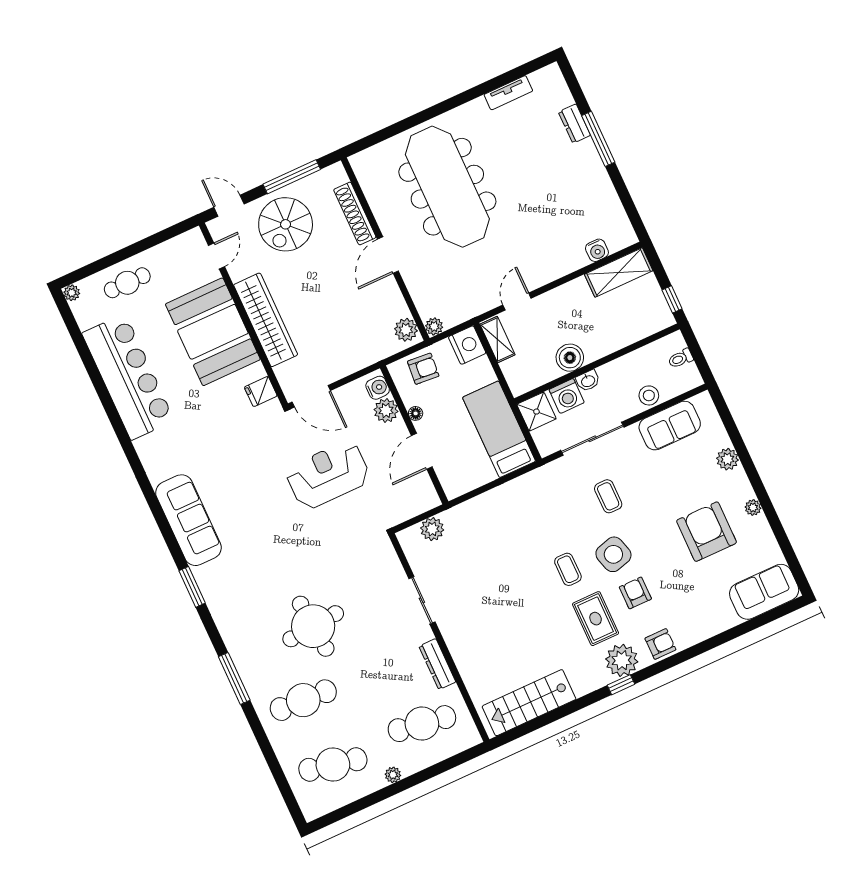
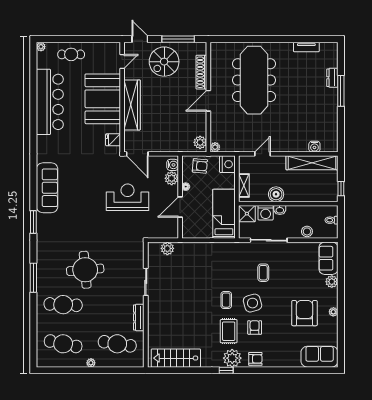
shelving: (619, 272) -> (312, 163), width x1.47
shelving: (497, 339) -> (244, 185), moved
sofa: (670, 426) -> (328, 258), moved, turned 90

